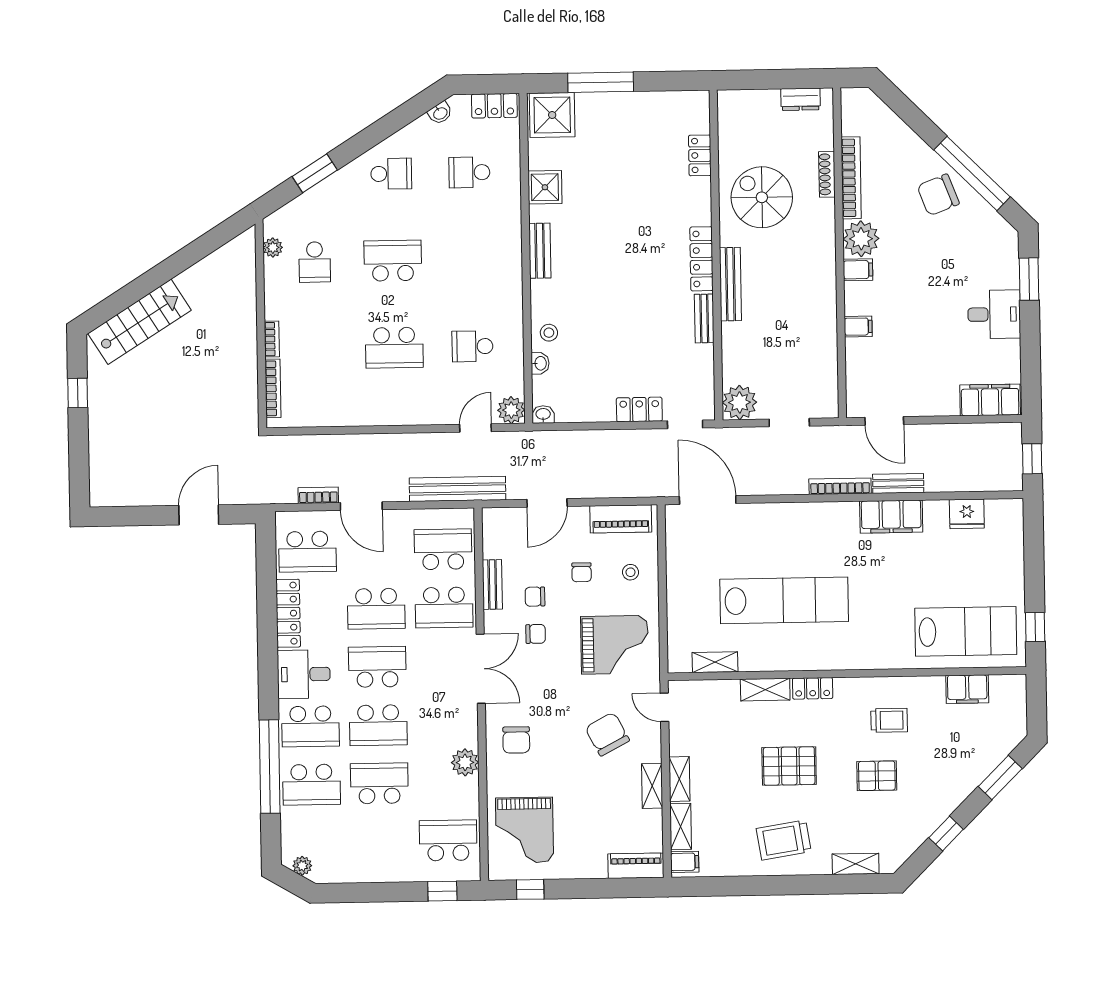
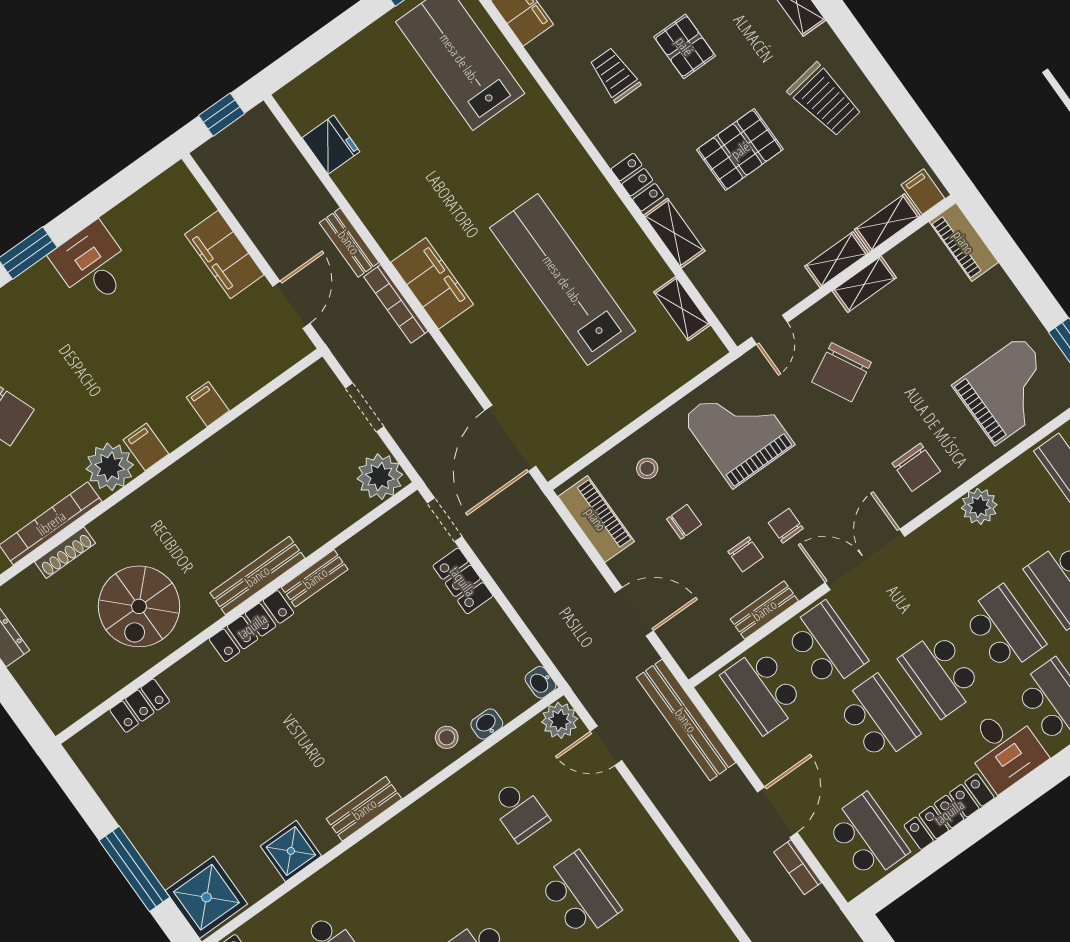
filing cabinet: (990, 400) -> (224, 254), moved
filing cabinet: (891, 517) -> (432, 283), moved
chair: (516, 740) -> (916, 467), turned 90
pallet: (789, 766) -> (740, 150), turned 90

